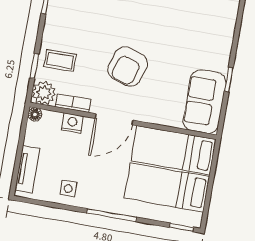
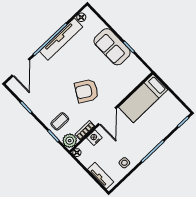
armchair: (128, 67) -> (87, 91), turned 103
sofa: (205, 101) -> (112, 47), moved
bed: (167, 187) -> (159, 115), removed

